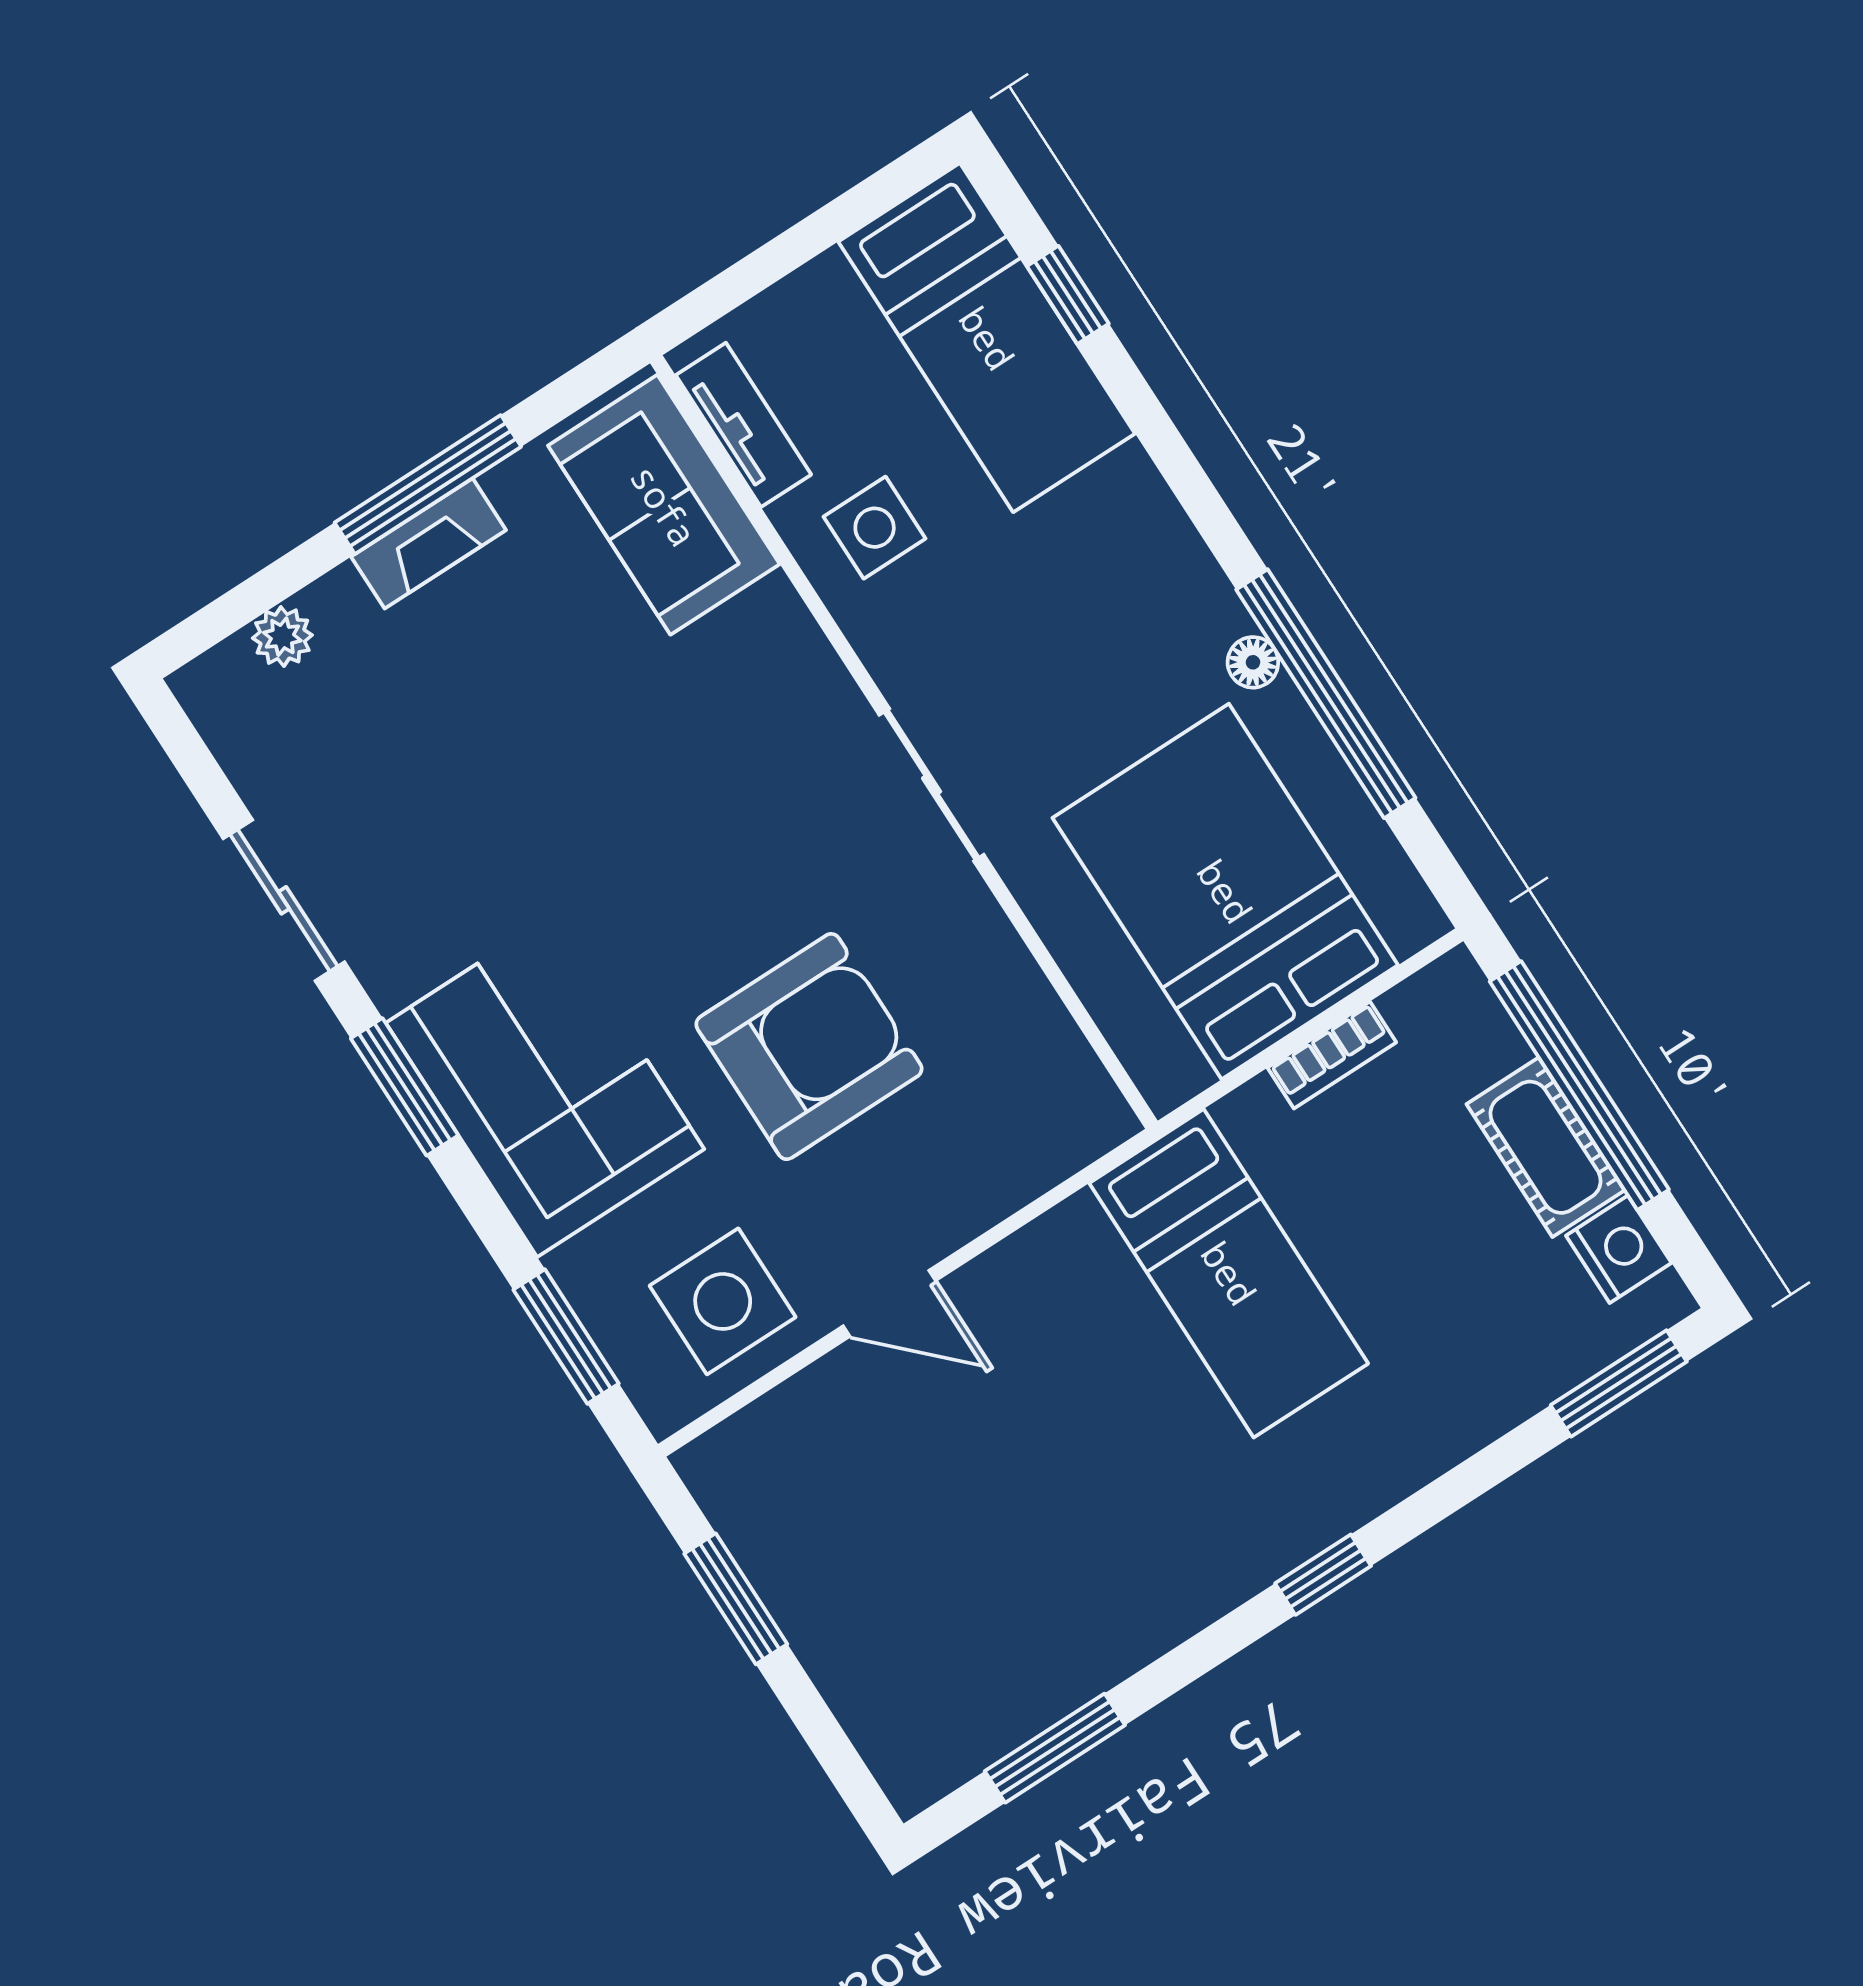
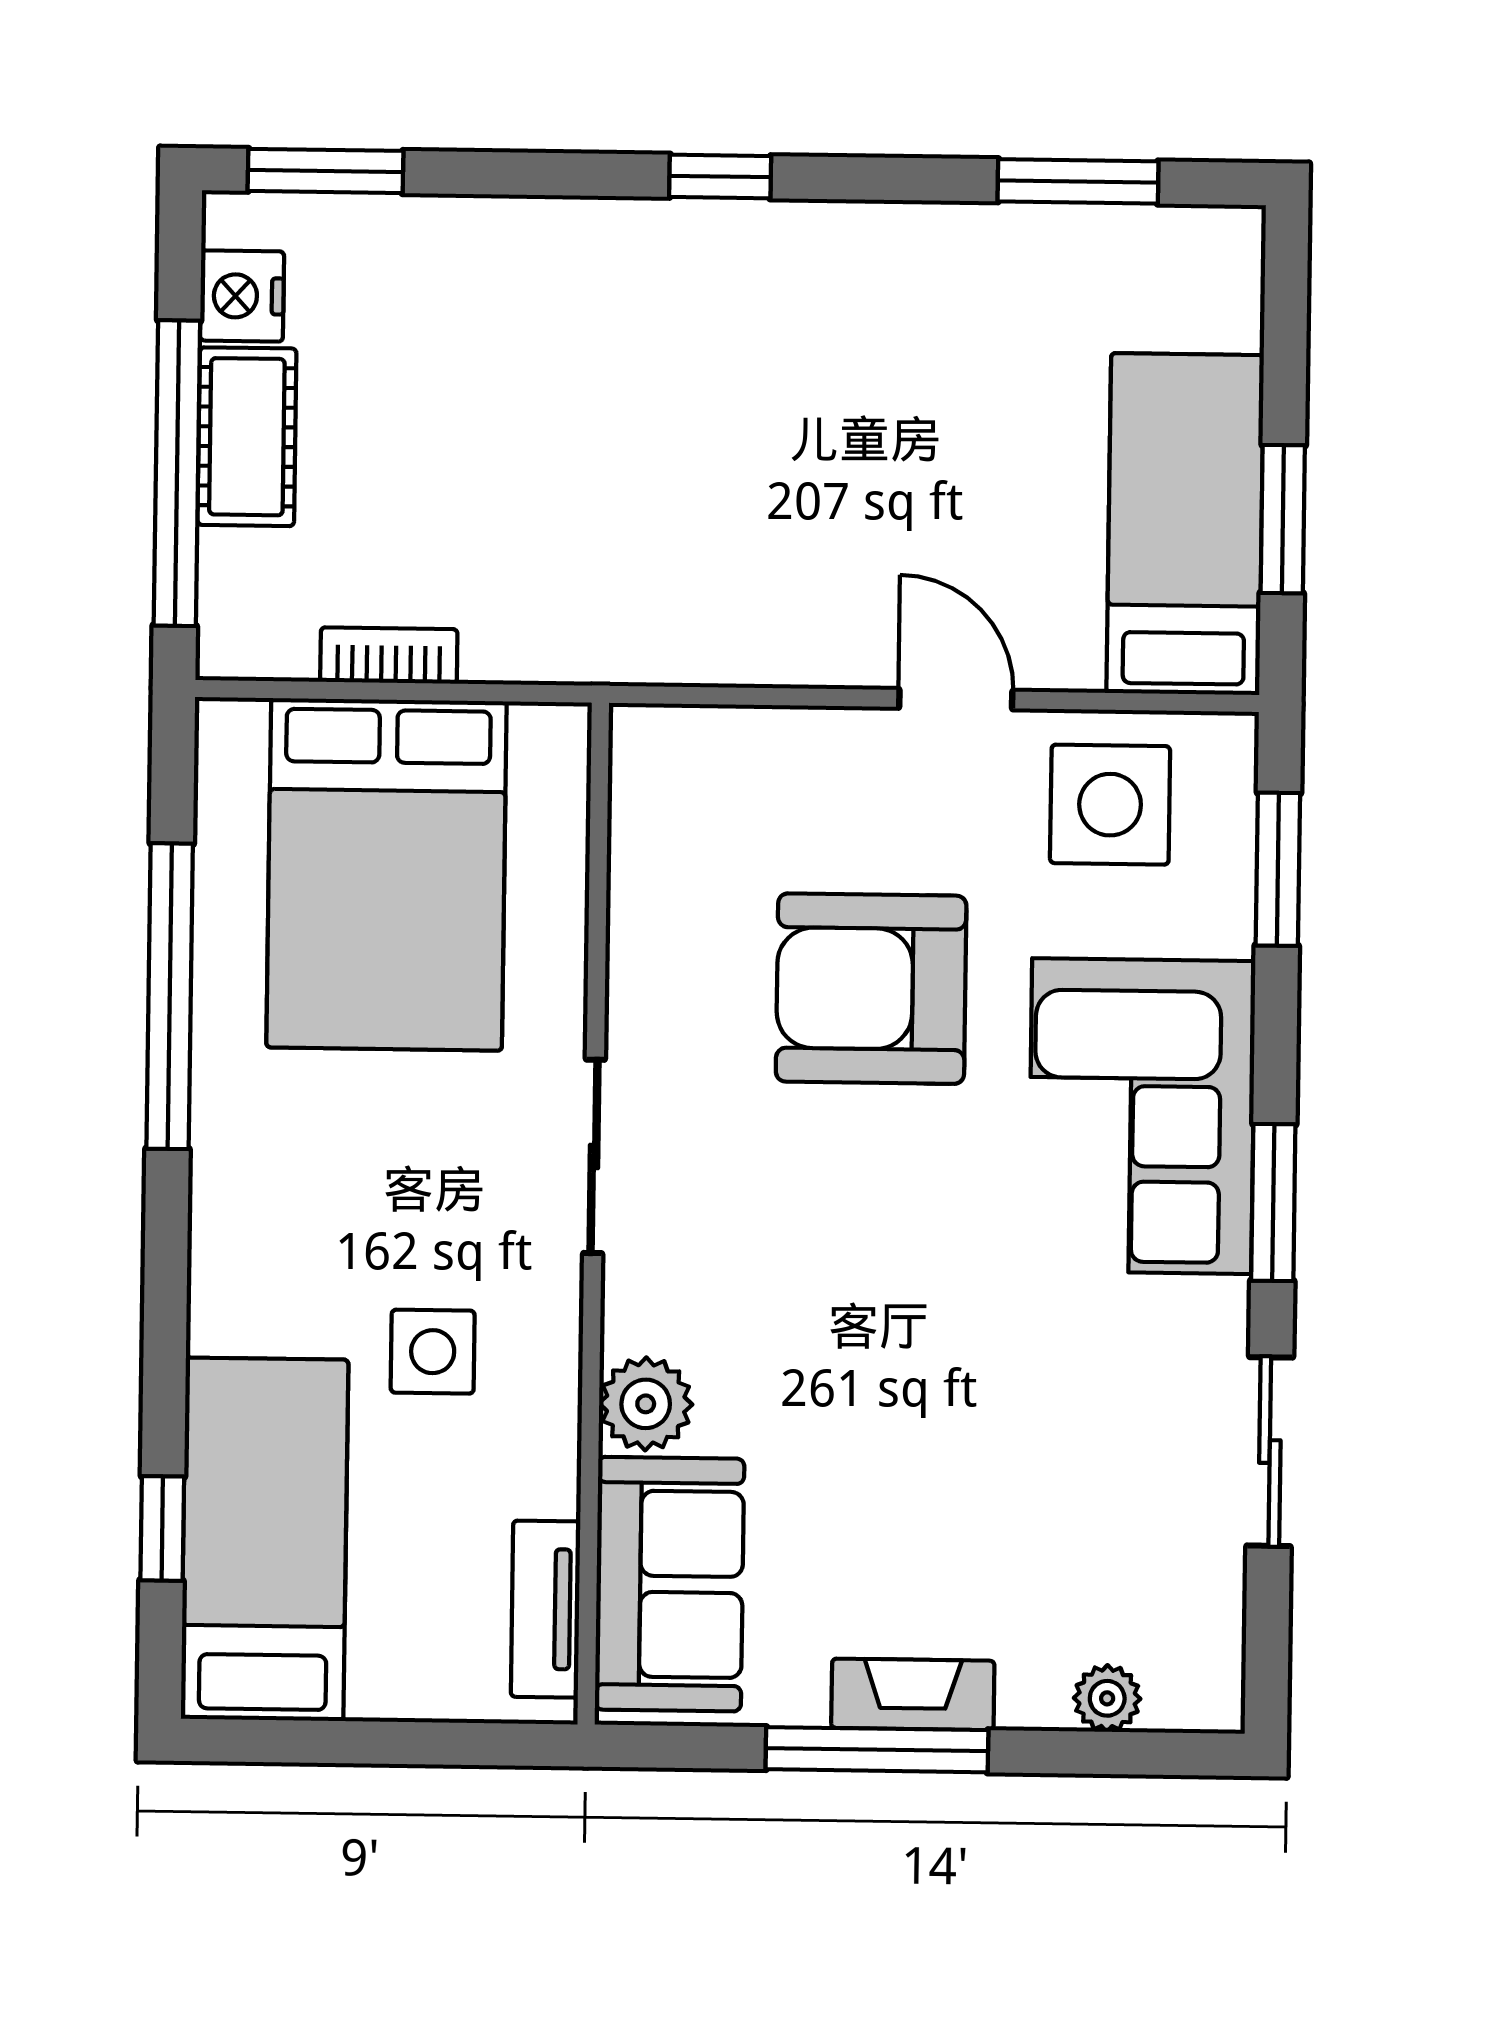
side table: (875, 528) -> (433, 1352), moved
plant: (771, 627) -> (646, 1404), added
floor lamp: (1253, 662) -> (218, 1071), removed
bed: (1229, 1273) -> (1185, 524), moved

